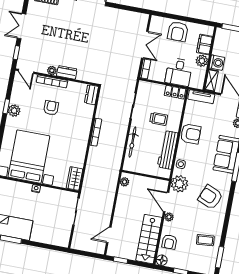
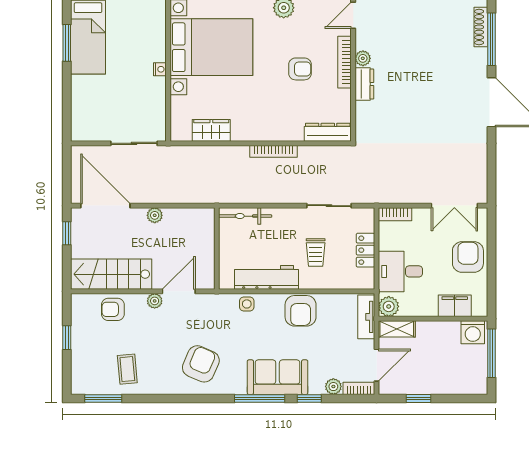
armchair: (178, 32) -> (468, 257), turned 90
double door: (145, 45) -> (454, 206), moved
plant: (202, 61) -> (389, 306), moved
washing machine: (217, 63) -> (473, 332), moved
locker: (175, 92) -> (365, 250), moved
dresser: (91, 95) -> (328, 132), width x1.44
bicycle: (132, 142) -> (245, 216), moved
wardrobe: (74, 179) -> (211, 130), moved
plant: (125, 182) -> (155, 215), moved
plant: (179, 184) -> (213, 308), removed
door: (109, 235) -> (105, 206), width x1.87
floor lamp: (162, 260) -> (80, 302), removed

